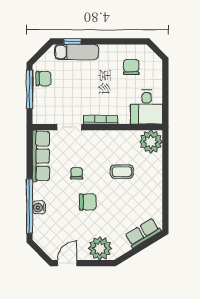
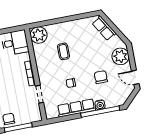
row of seats: (41, 156) -> (76, 108), moved
chair: (88, 202) -> (101, 77), moved

